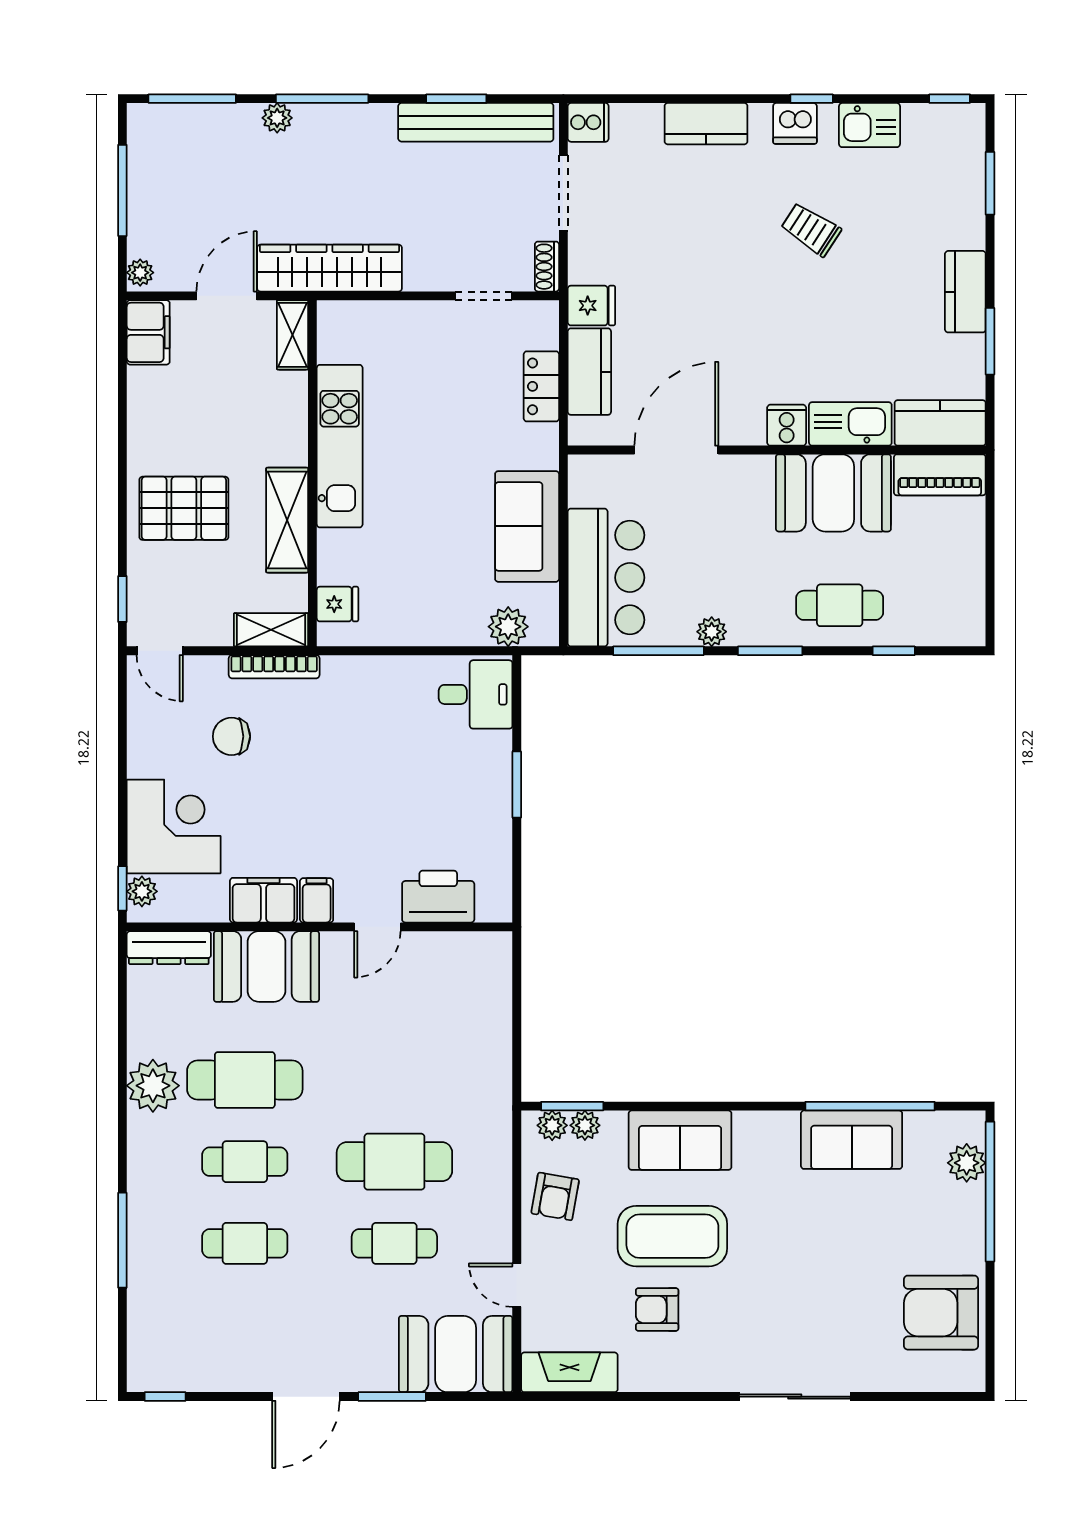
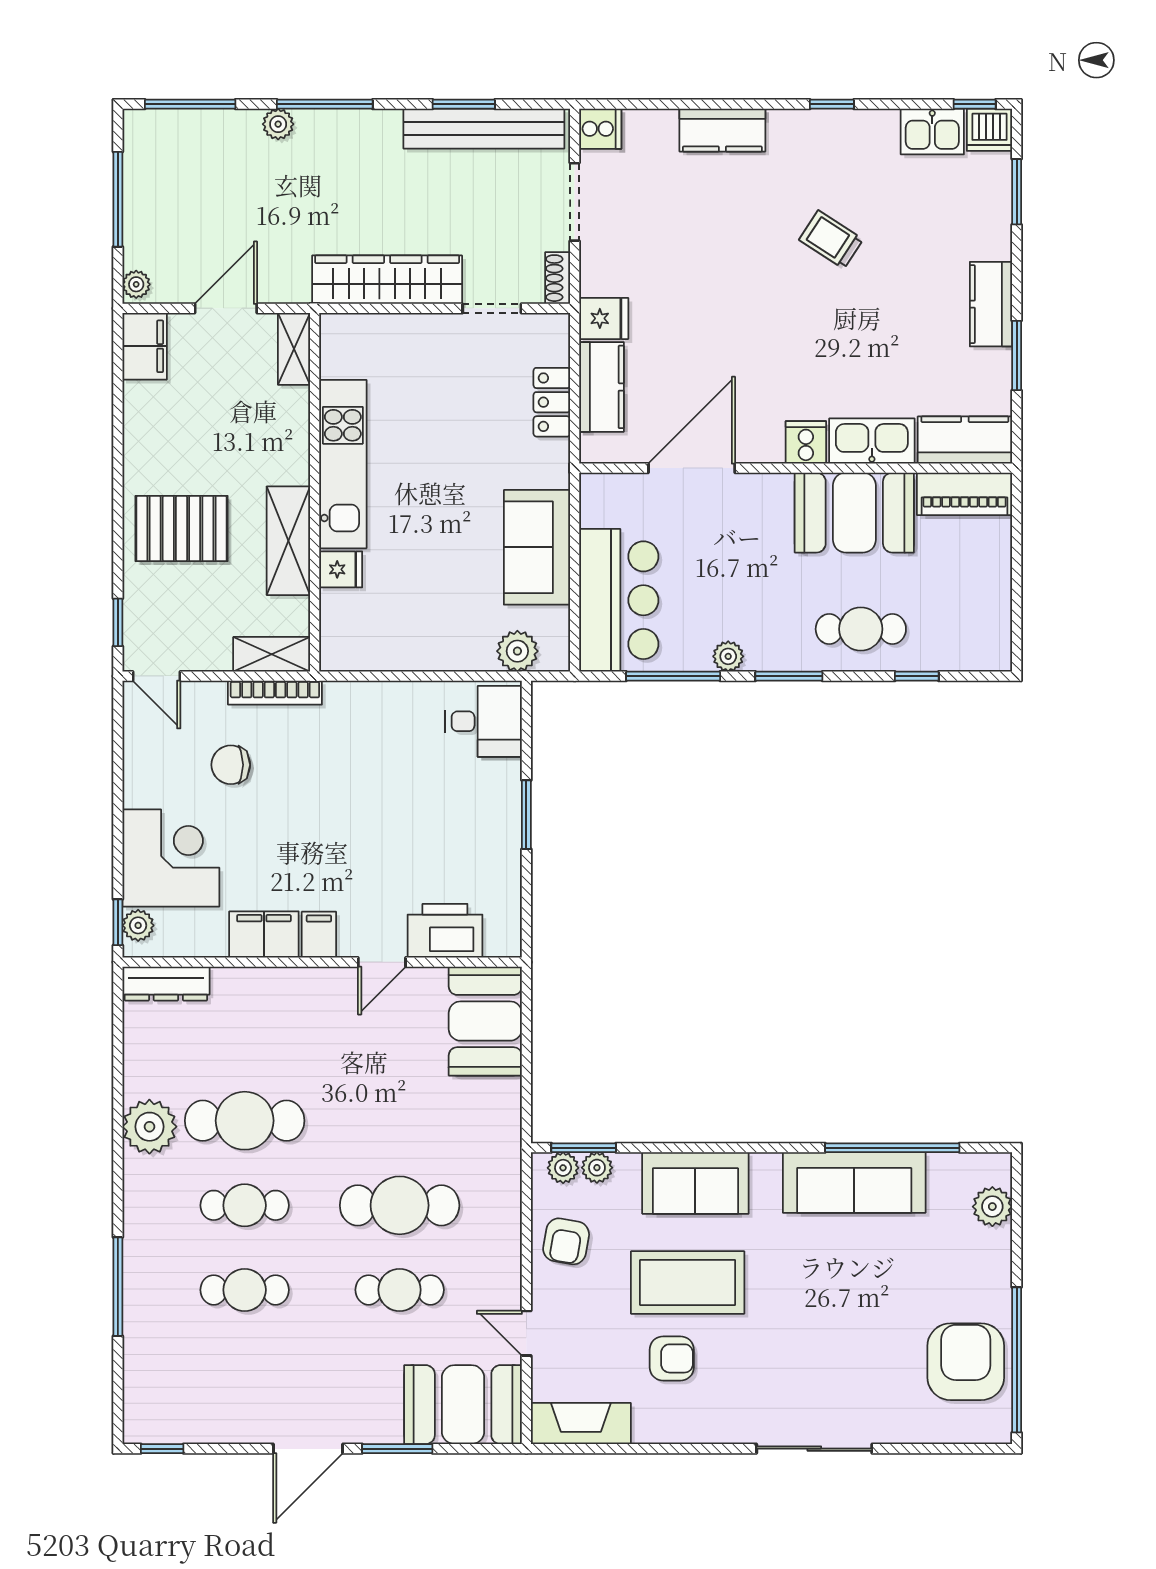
dishwasher: (795, 123) -> (989, 130), moved
kitchen sink: (870, 125) -> (932, 132), moved
wardrobe: (329, 268) -> (387, 280), moved
fridge: (338, 604) -> (341, 569), moved
booth: (266, 966) -> (485, 1021), moved, turned 90
sofa: (852, 1140) -> (854, 1183), width x1.36
window: (990, 1192) -> (1017, 1360), moved
armchair: (657, 1309) -> (672, 1358), turned 180
armchair: (941, 1313) -> (966, 1362), turned 90

